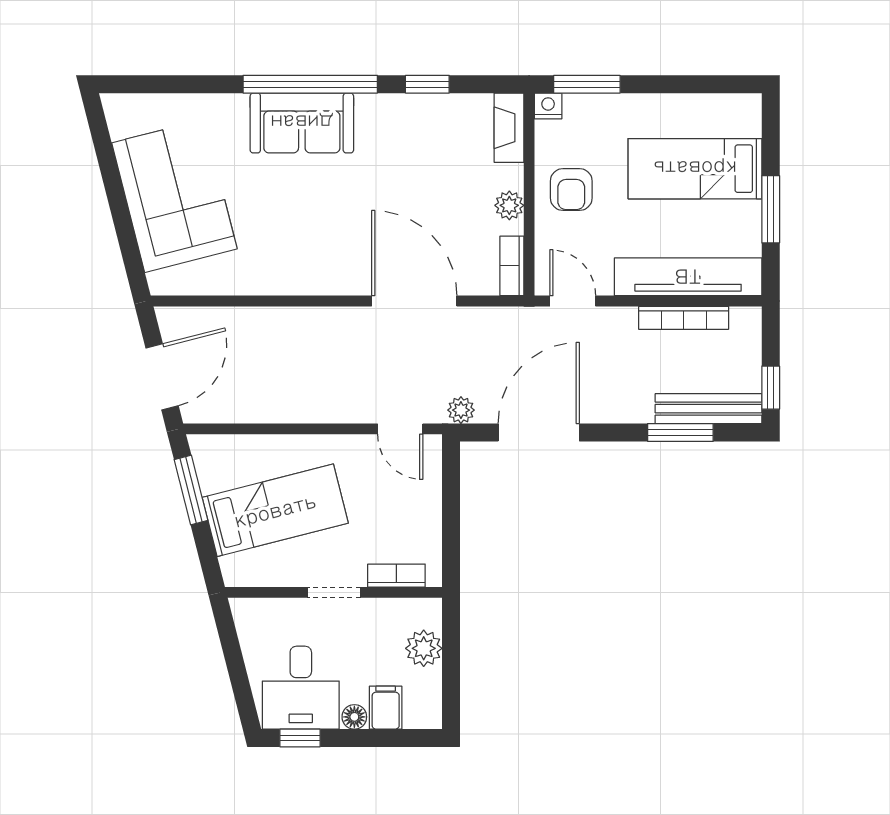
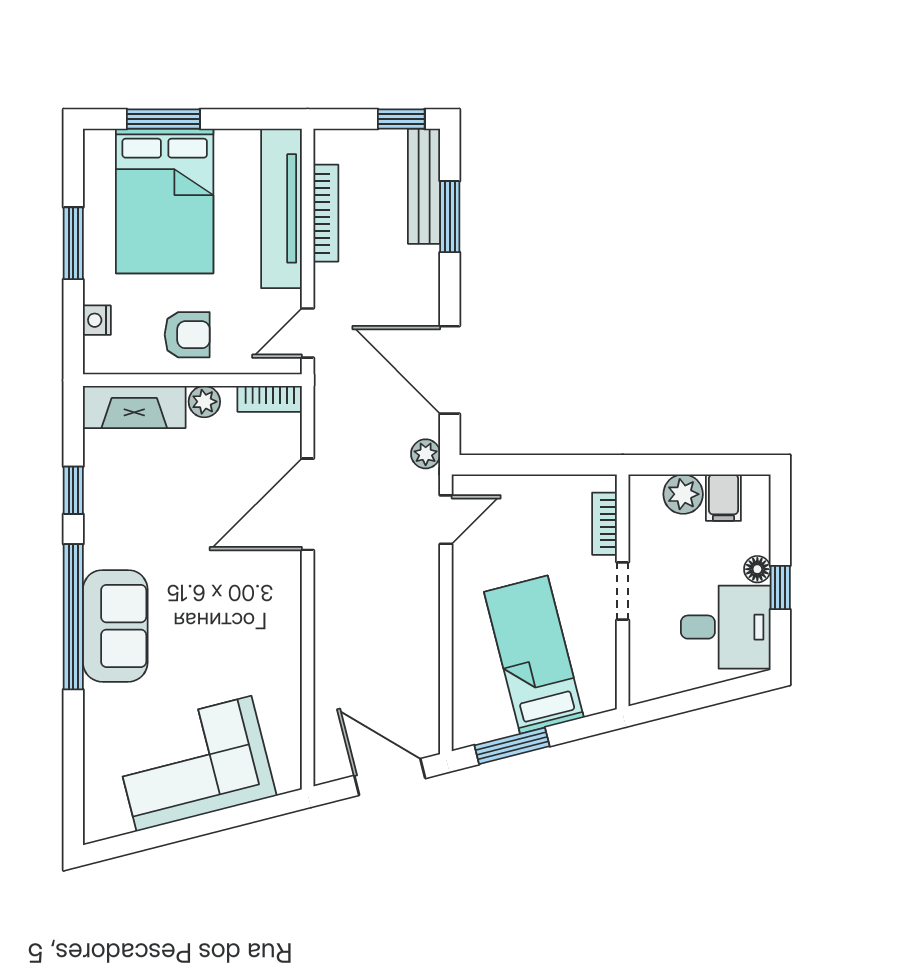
window: (587, 84) -> (73, 243), moved
nightstand: (548, 106) -> (97, 320), moved
fireplace: (509, 128) -> (134, 407), width x1.37, depth x1.32
bed: (695, 169) -> (165, 201), width x1.50
window: (771, 209) -> (163, 119), moved
filing cabinet: (386, 708) -> (723, 498), moved, turned -90
window: (300, 738) -> (780, 587), moved

